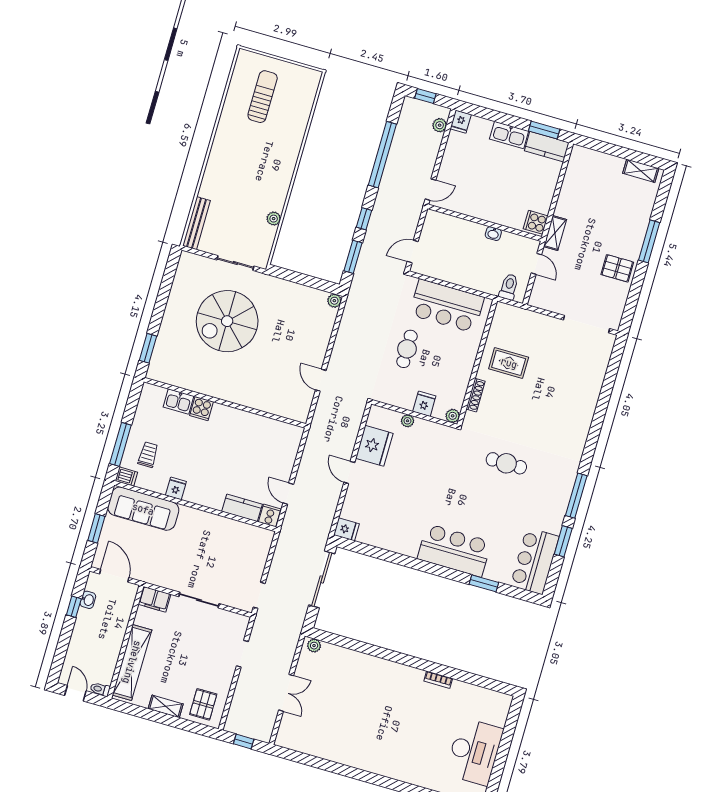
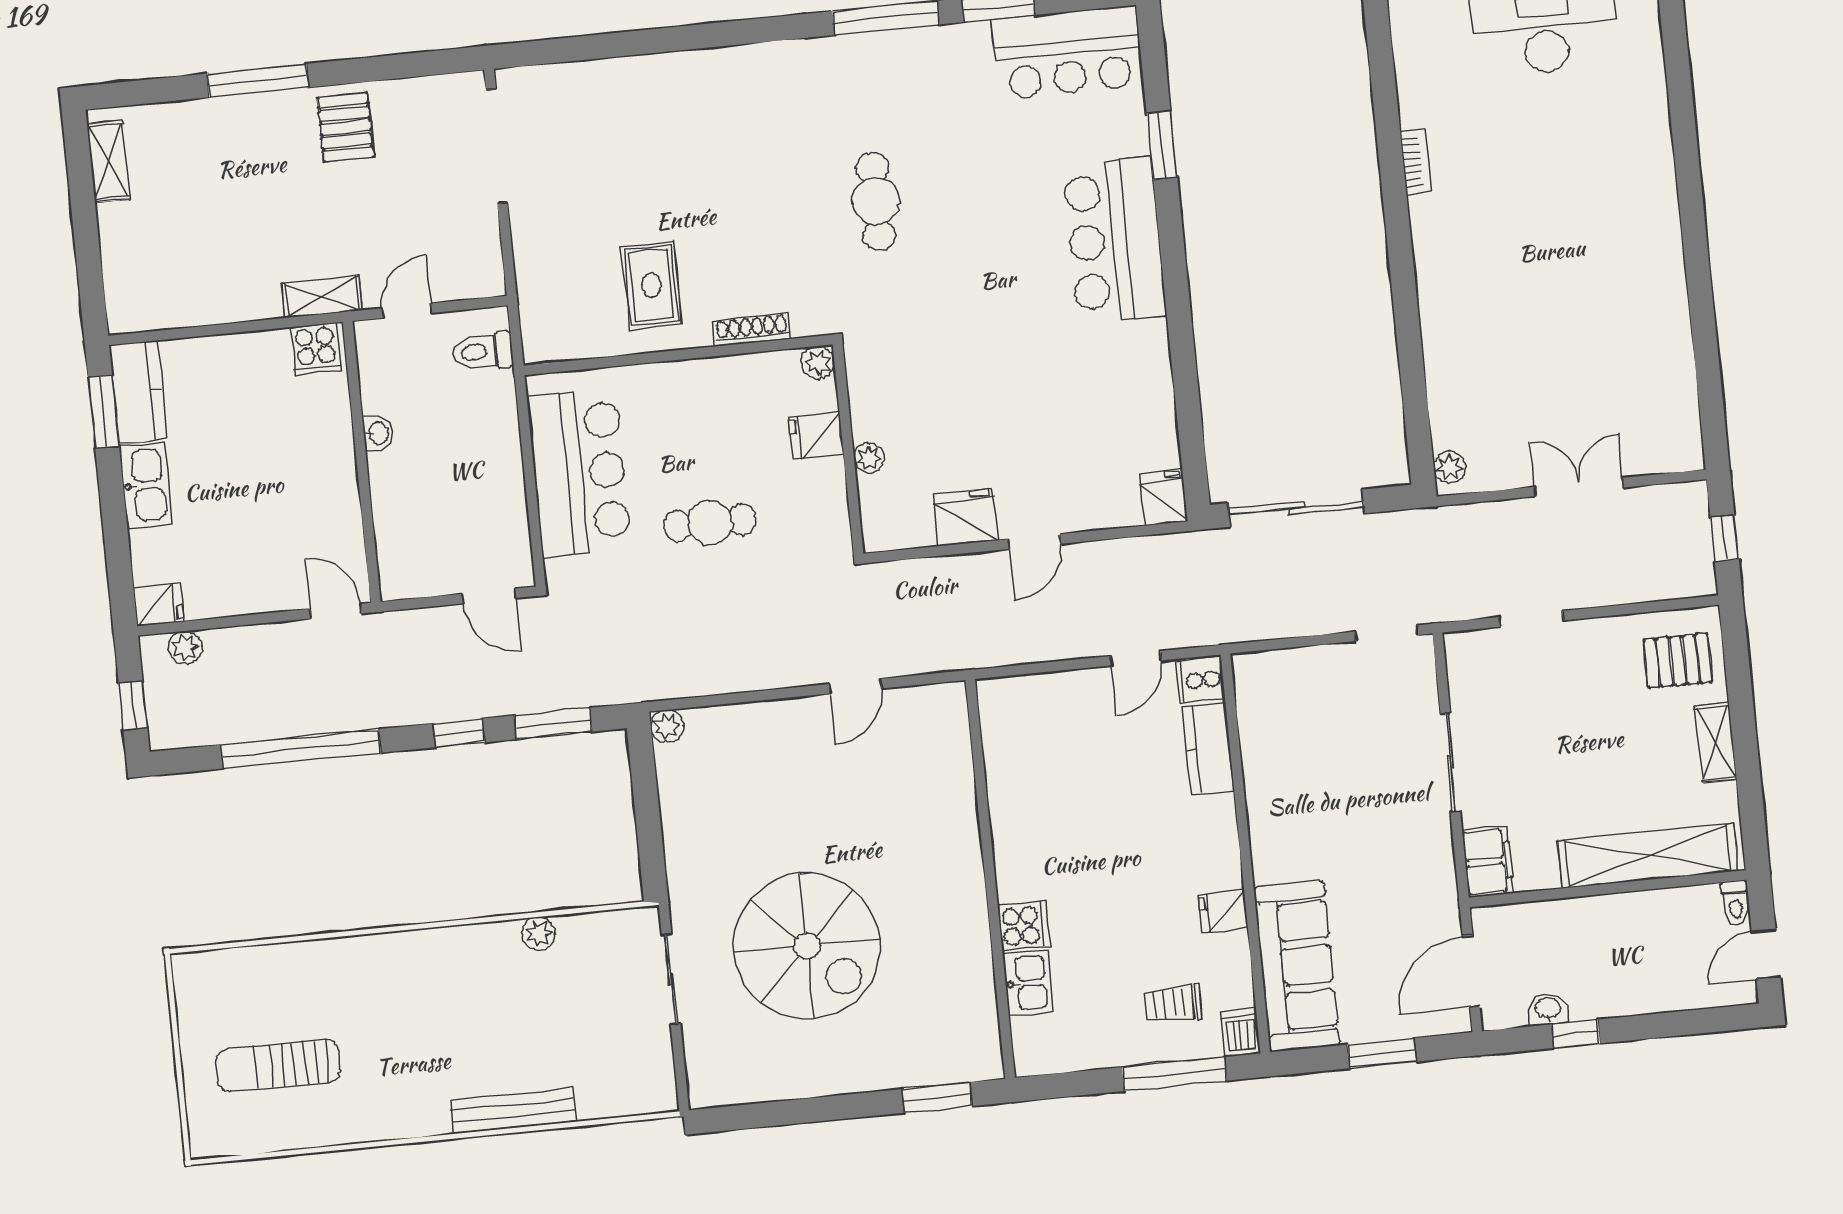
bench: (196, 223) -> (514, 1111), moved
fridge: (374, 446) -> (965, 517), width x0.73, depth x0.75

